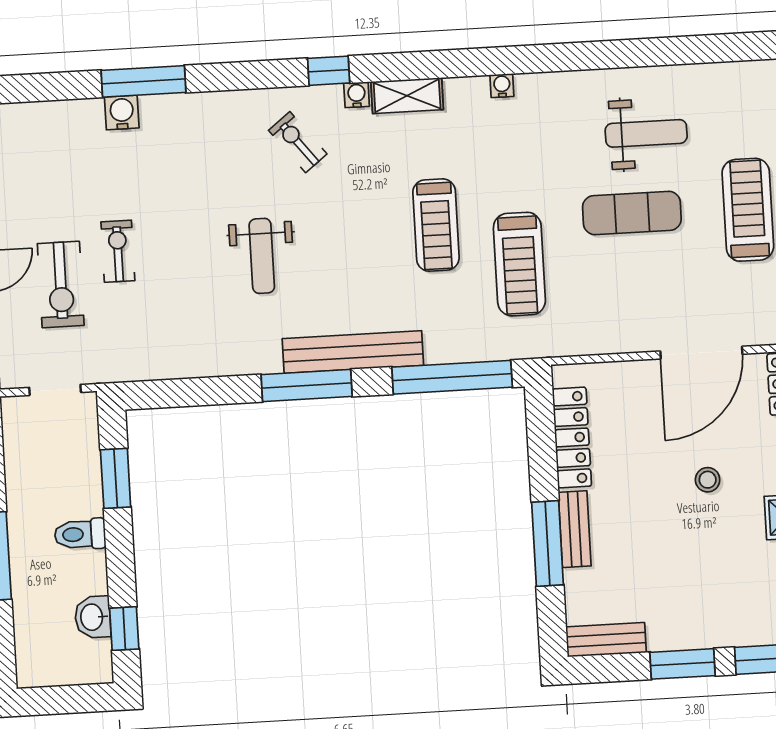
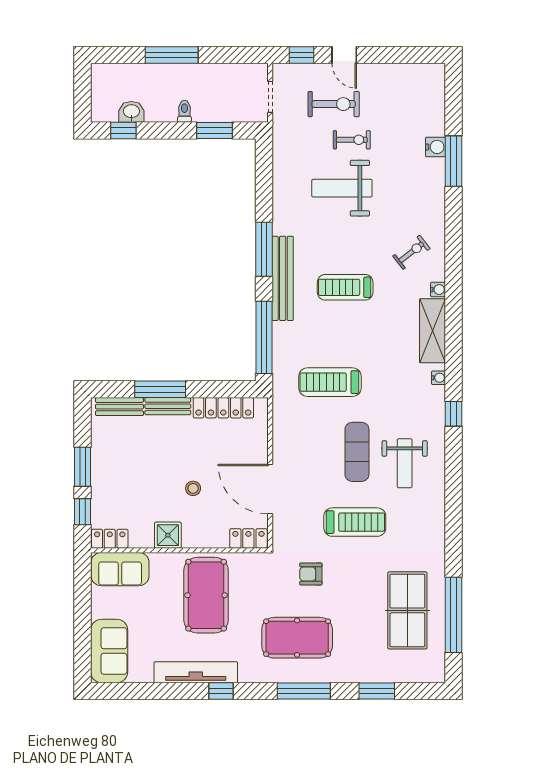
window: (329, 71) -> (454, 414), moved
shelving: (407, 96) -> (433, 331), width x1.50, depth x1.33
treadmill: (436, 225) -> (345, 287), moved
weight bench: (262, 256) -> (342, 188), moved, width x1.36, depth x1.33
exercise bike: (61, 284) -> (334, 104), turned 180
toilet: (80, 534) -> (184, 111), width x0.73, depth x0.72
bench: (606, 640) -> (119, 407), moved, turned 90

